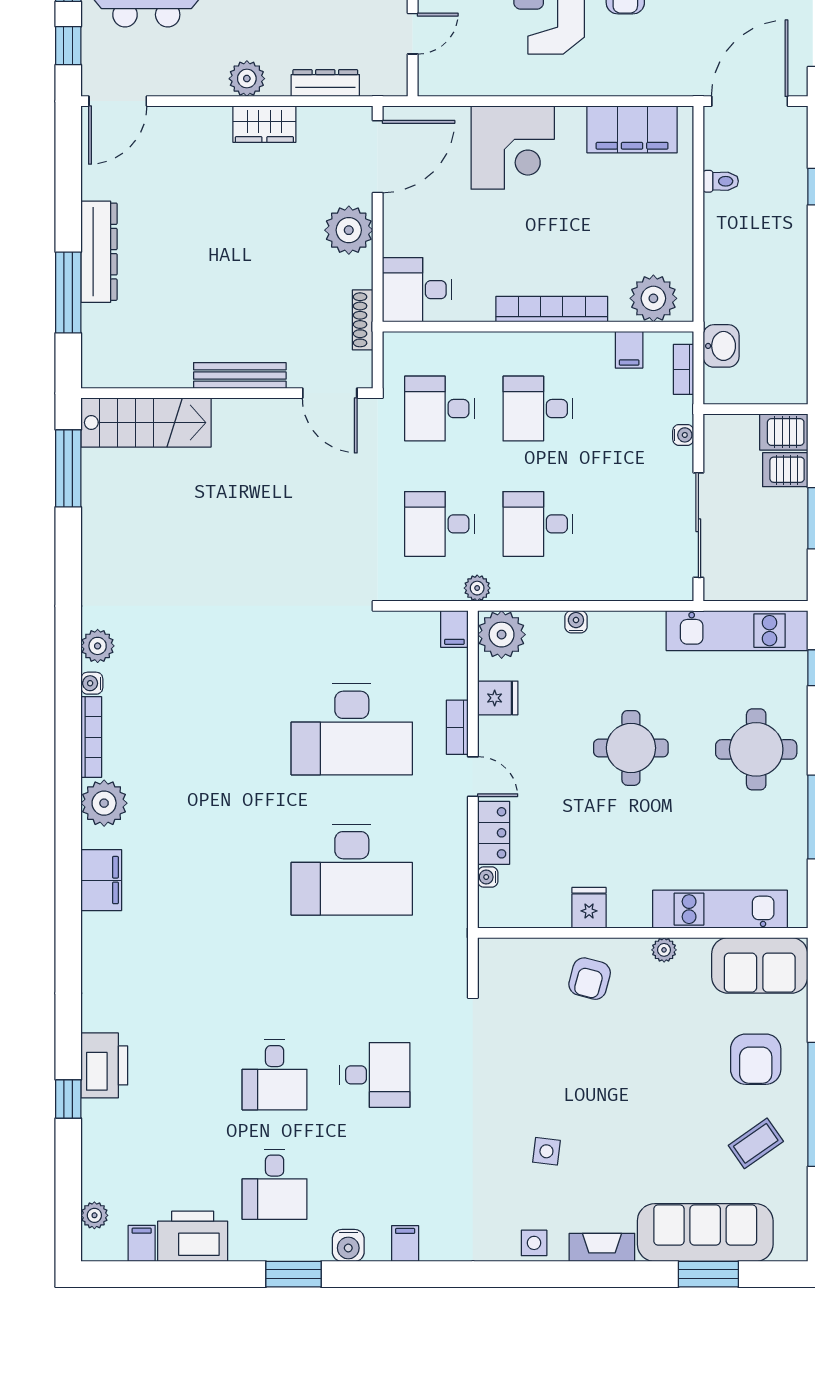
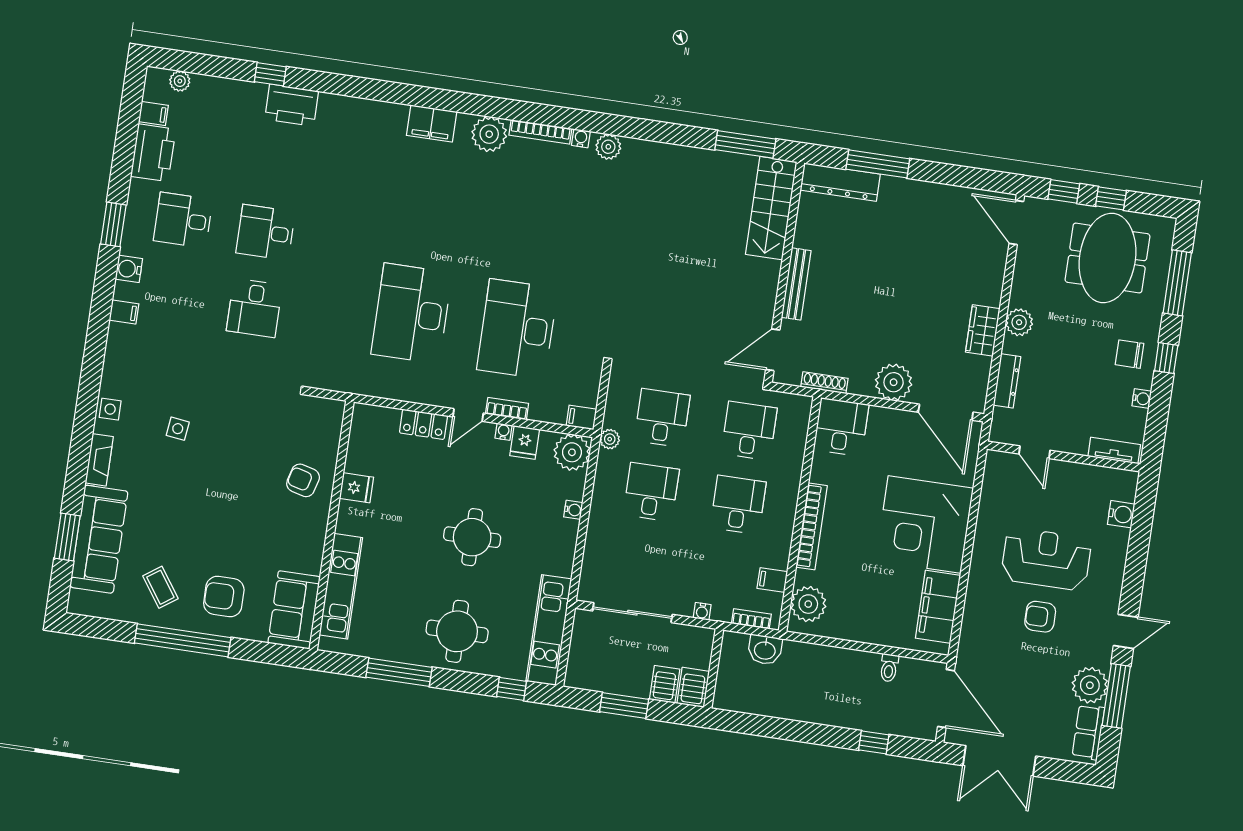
corner desk: (513, 148) -> (925, 525), width x1.36, depth x1.36
dresser: (99, 252) -> (840, 182), moved
water cooler: (488, 877) -> (503, 432), moved
plant: (664, 950) -> (316, 540), removed

